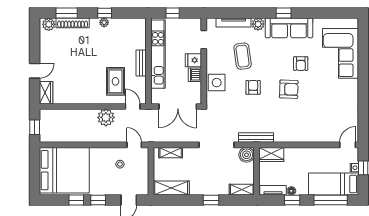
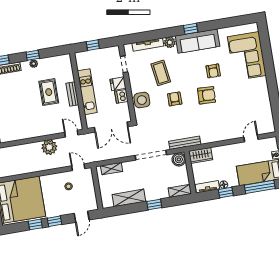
kitchen unit: (158, 54) -> (87, 92), width x0.73
rug: (115, 81) -> (49, 92), moved
door: (348, 145) -> (251, 138), moved
shelving: (171, 188) -> (129, 198), moved

